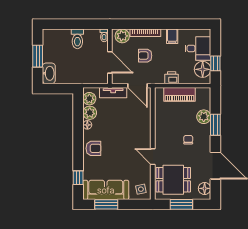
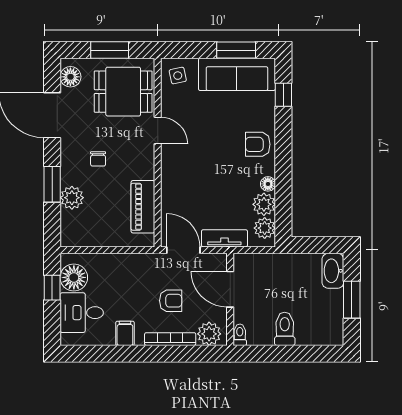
printer: (172, 78) -> (126, 263), removed
piano: (179, 94) -> (143, 207), moved, turned -90

